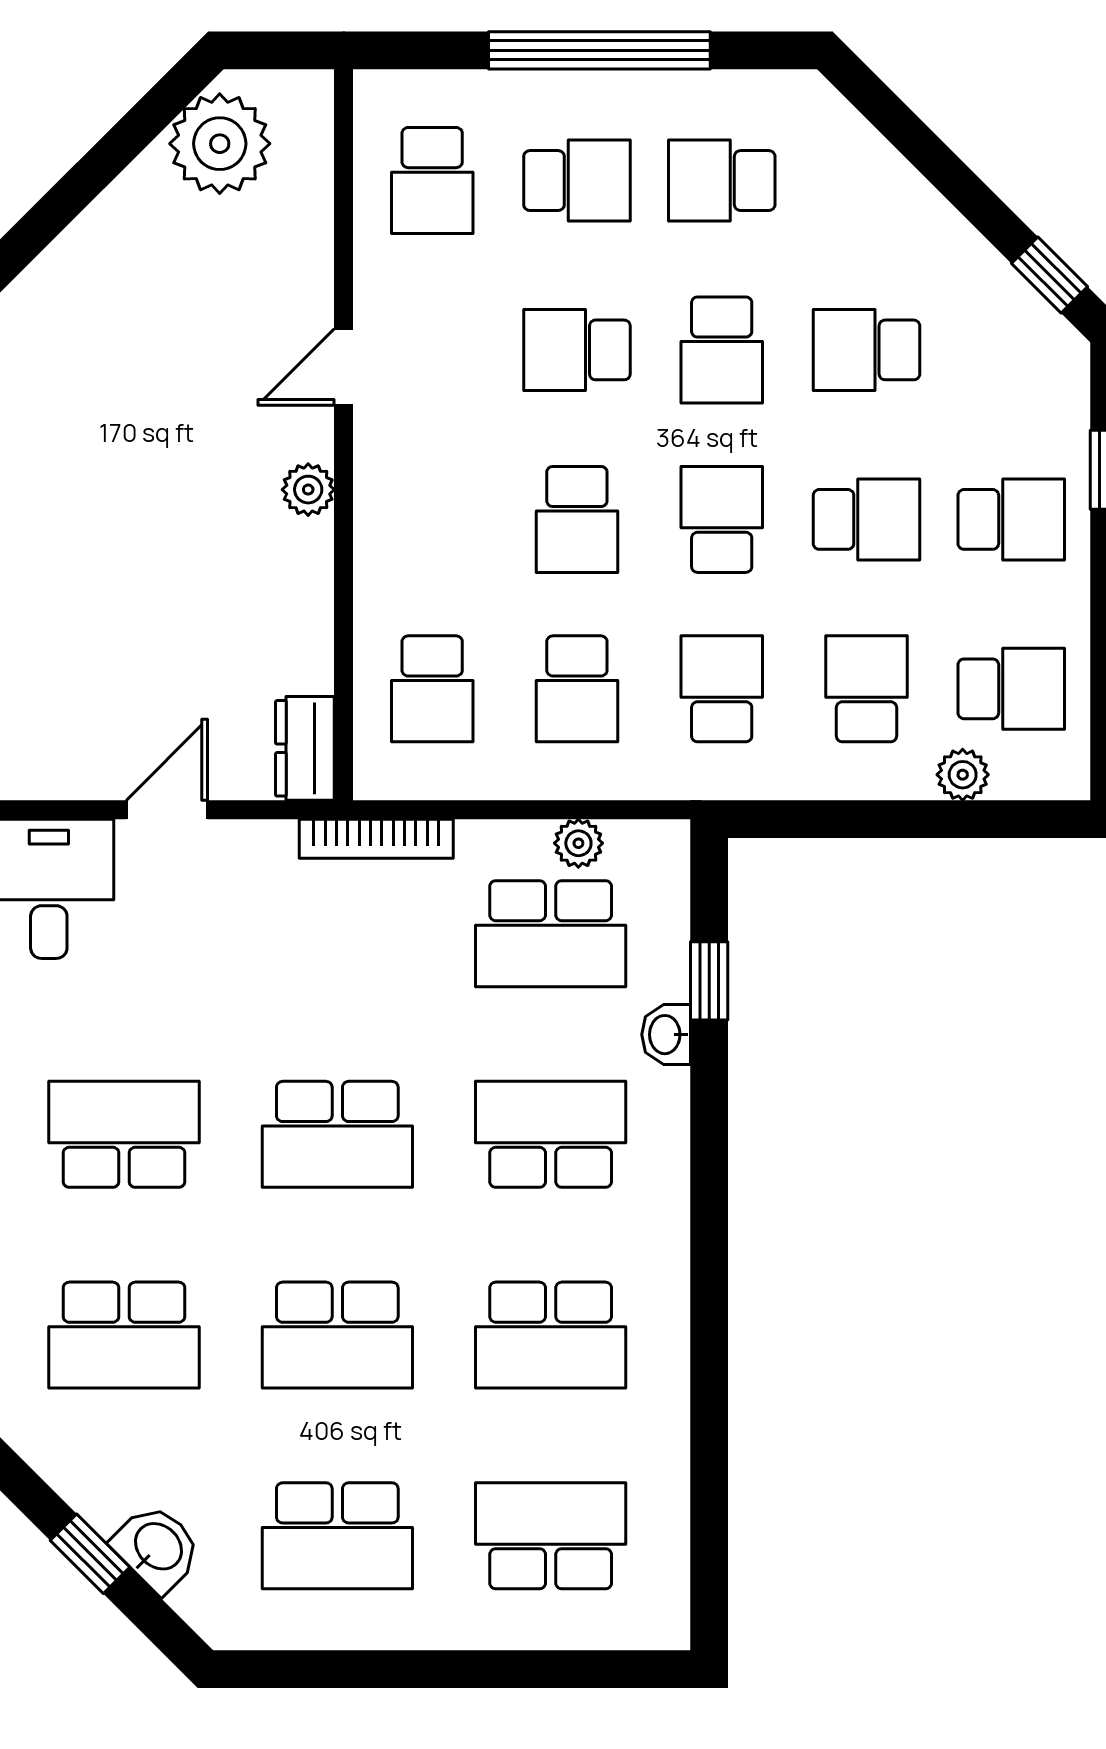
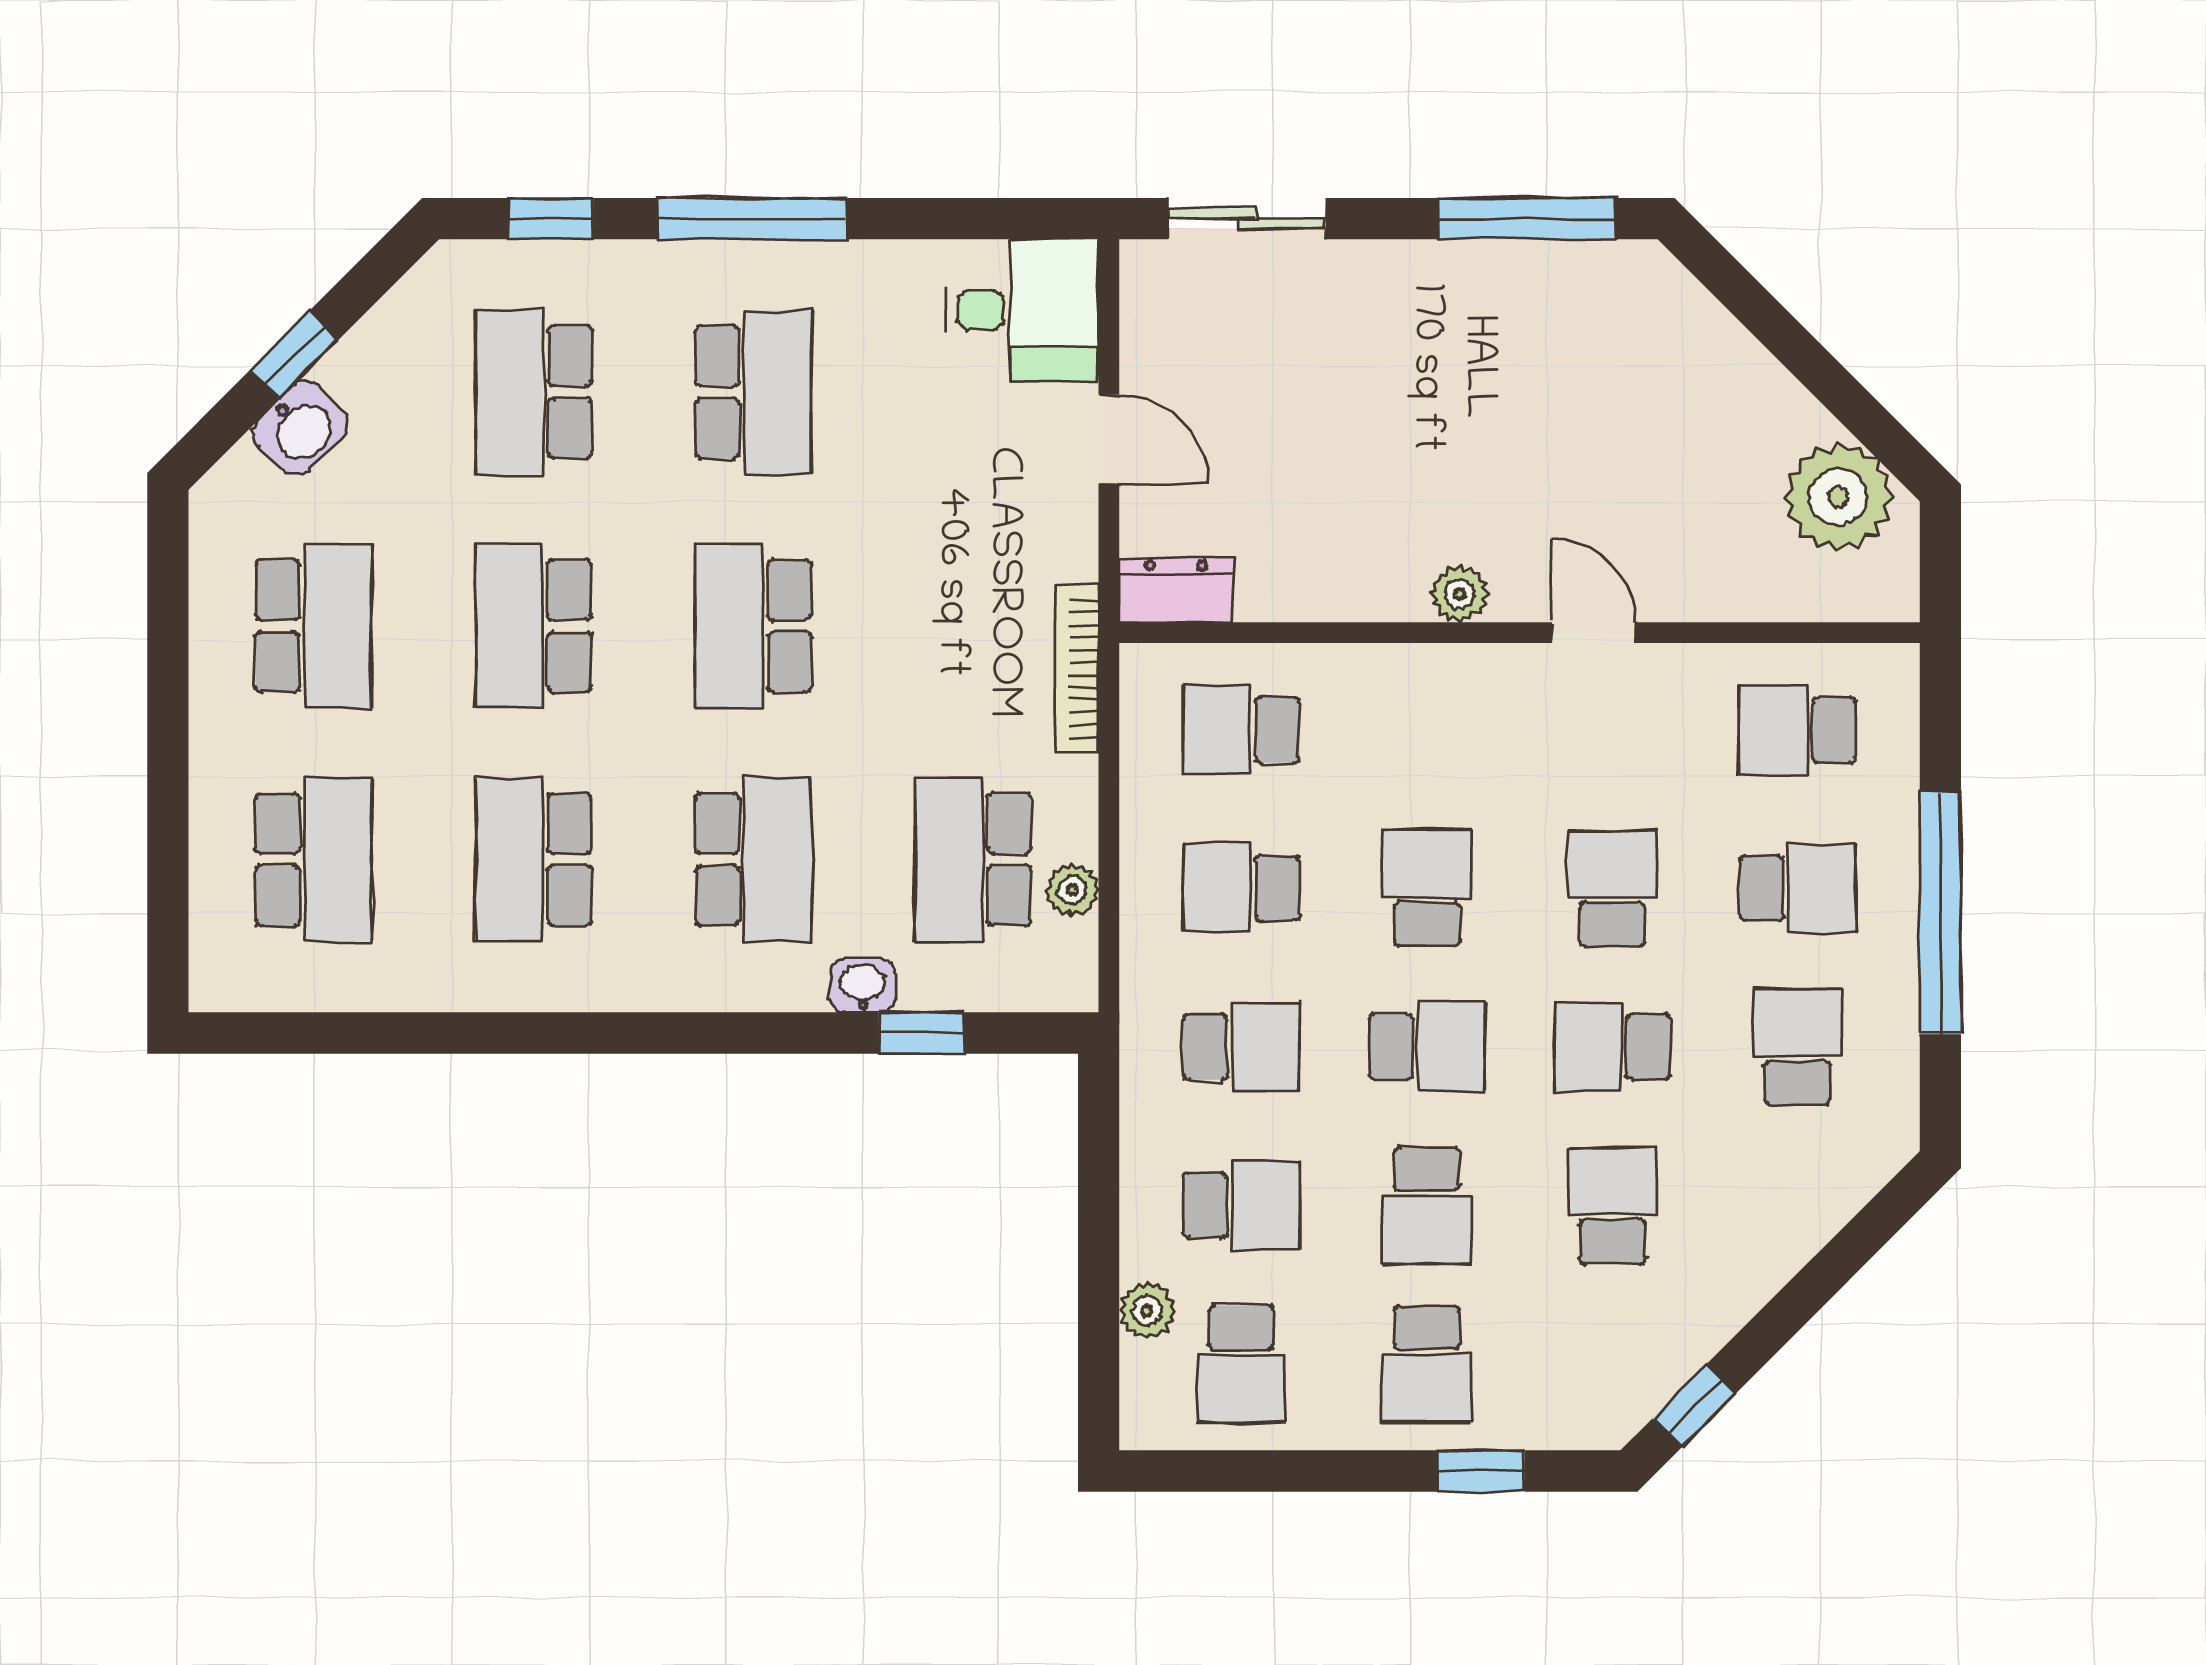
school desk: (577, 181) -> (1798, 888), turned -90
school desk: (577, 519) -> (1427, 888), turned 90
school desk: (337, 1536) -> (314, 626), turned 180

